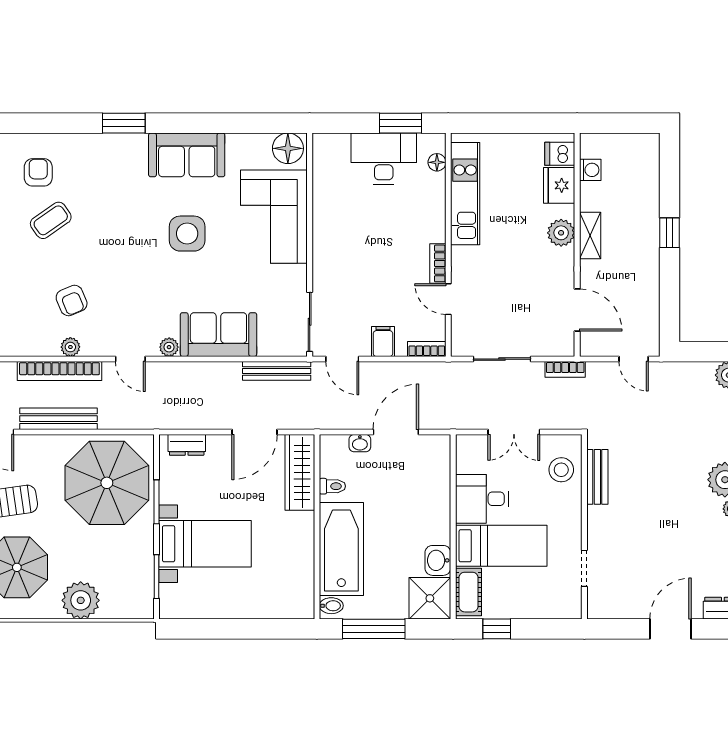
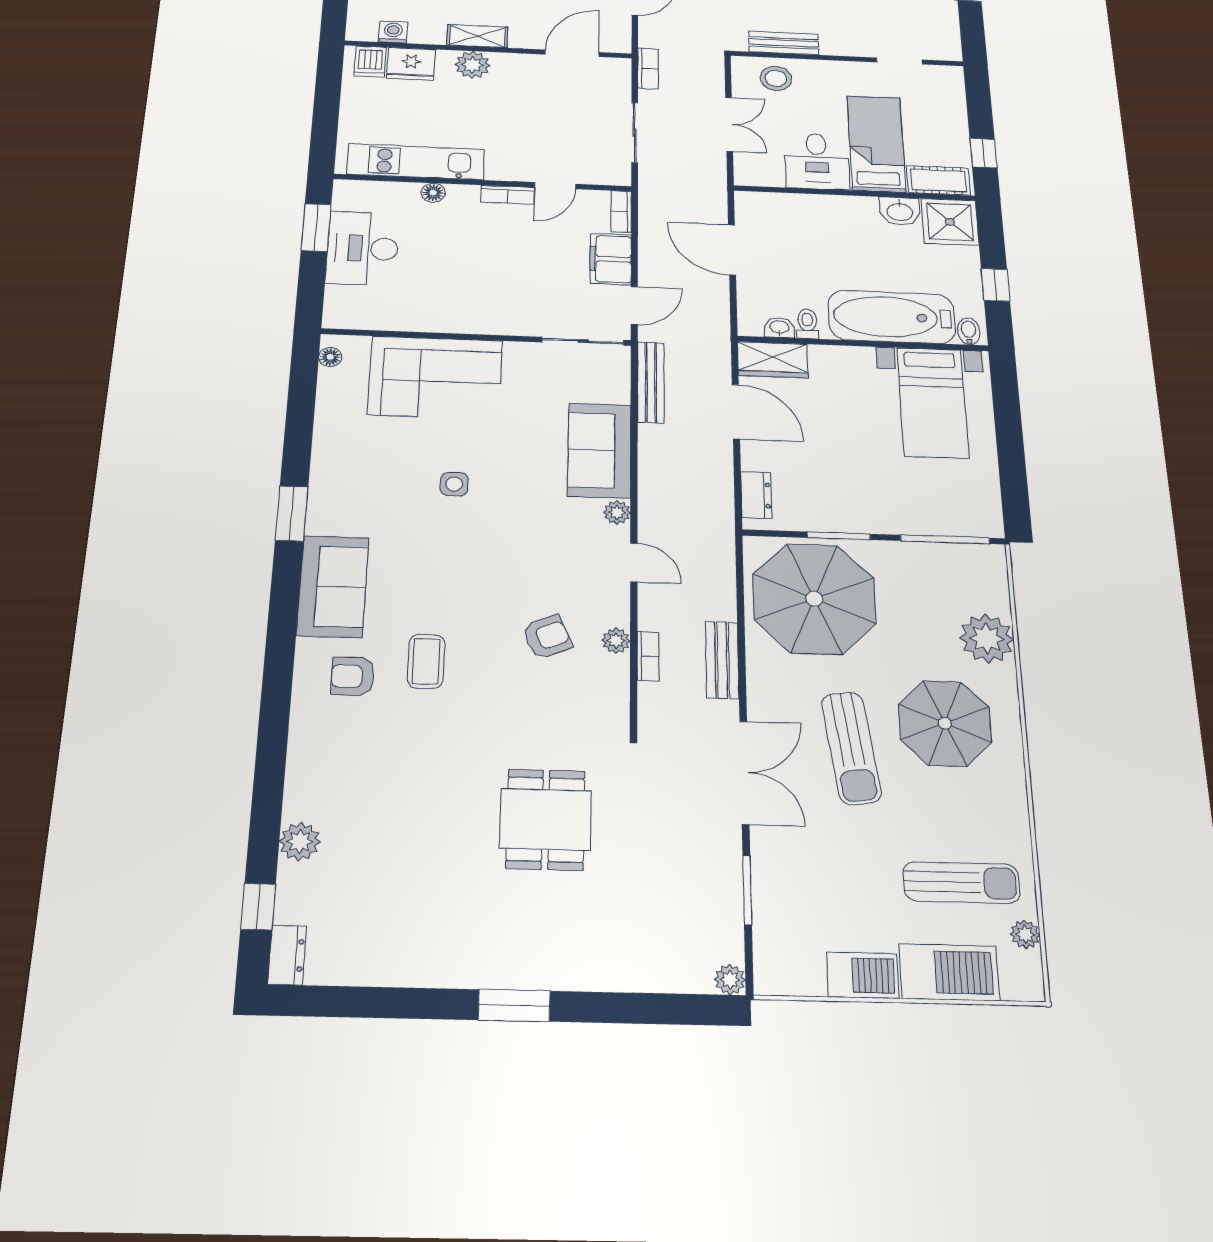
window: (124, 123) -> (292, 514), moved
floor lamp: (288, 148) -> (330, 357), width x0.53, depth x0.53
sofa: (187, 155) -> (333, 586), moved
floor lamp: (437, 162) -> (433, 193), moved
coffee table: (51, 220) -> (426, 661), turned 35
side table: (187, 234) -> (454, 484), width x0.54, depth x0.54
filing cabinet: (383, 341) -> (611, 259), width x2.00
door: (130, 359) -> (634, 562), hinge flipped
bookcase: (59, 371) -> (648, 656), width x0.43, depth x0.76
bench: (58, 419) -> (722, 660), width x0.73
washbasin: (360, 443) -> (779, 328), moved, turned -90
wardrobe: (300, 472) -> (773, 360), width x0.67
bed with nightstands: (205, 544) -> (933, 403), moved, turned 180
window: (156, 577) -> (945, 539), width x1.44
window: (374, 629) -> (996, 285), width x0.46

